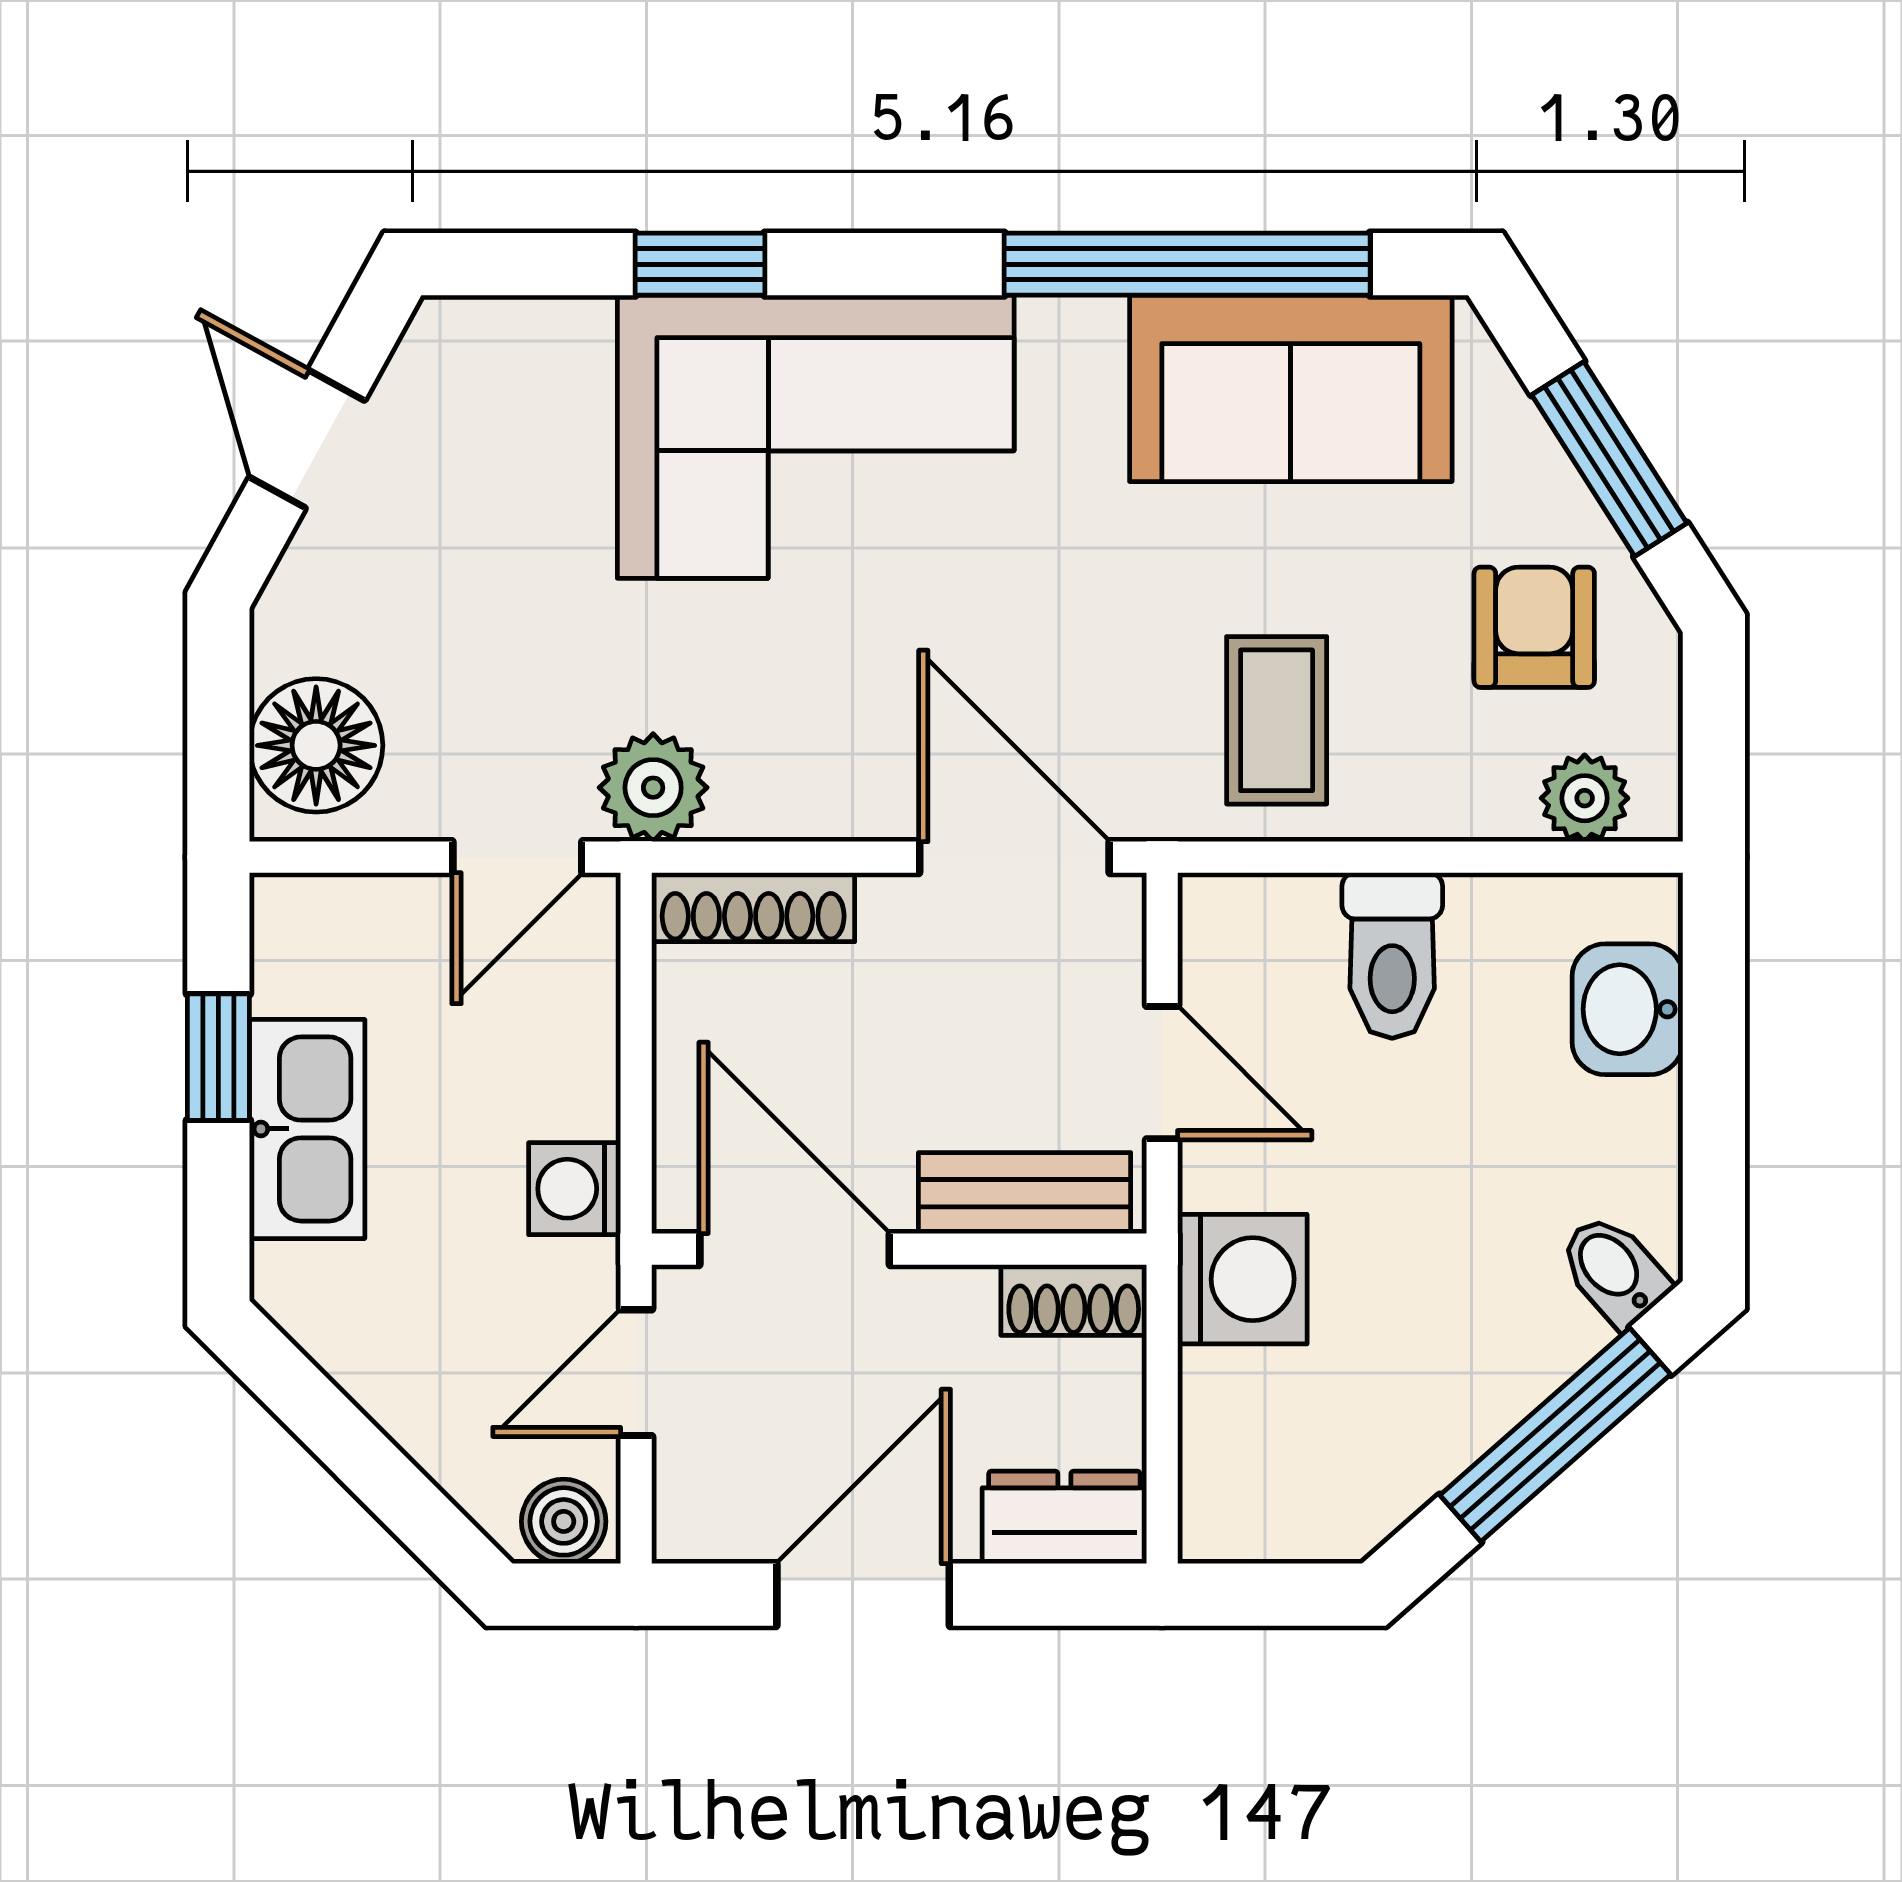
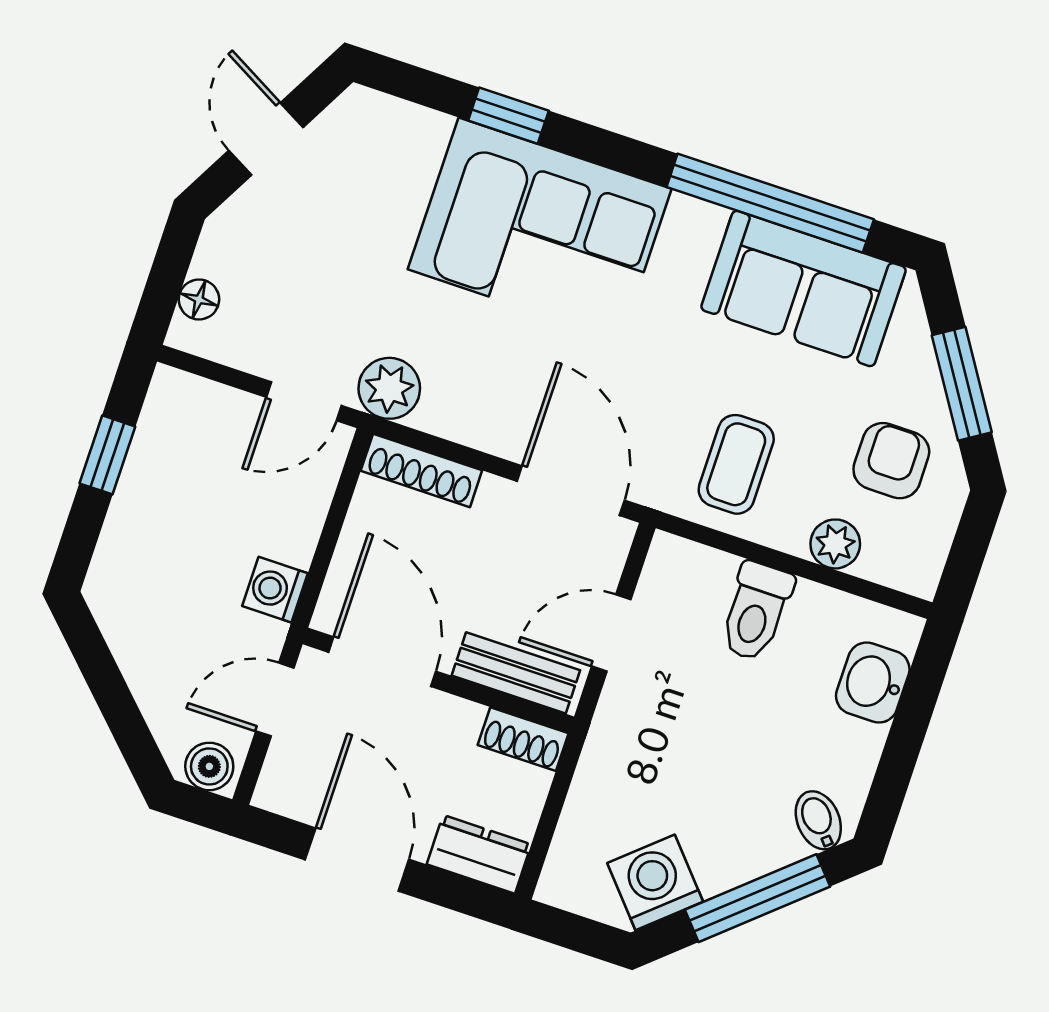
floor lamp: (316, 745) -> (199, 299), width x0.53, depth x0.53
plant: (1585, 798) -> (835, 544), moved
door: (1162, 1073) -> (611, 633), swing flipped
kitchen sink: (307, 1129) -> (142, 510), removed
washing machine: (1242, 1279) -> (655, 882), moved, turned -131
door: (863, 1595) -> (357, 860), hinge flipped

